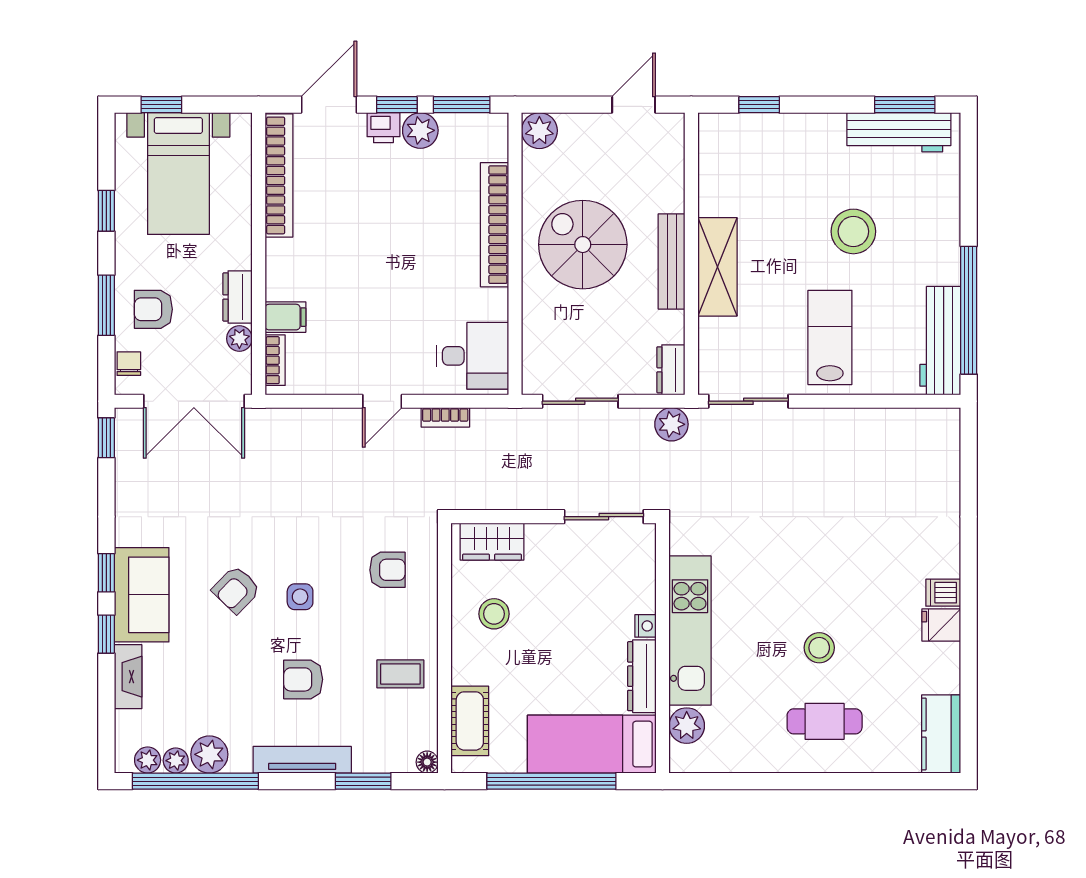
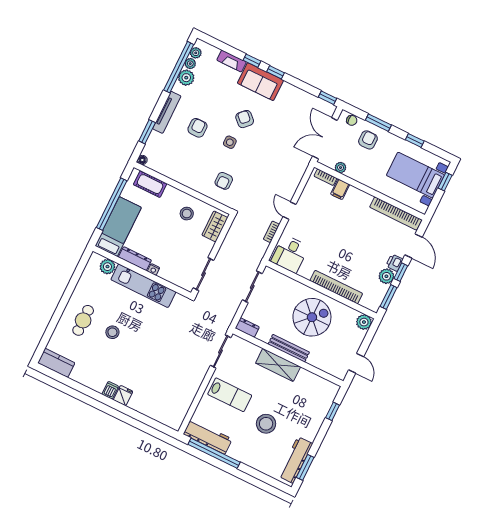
dresser: (237, 297) -> (357, 175), removed
plant: (671, 424) -> (226, 318), removed
fridge: (941, 625) -> (123, 396), moved
coffee table: (400, 674) -> (181, 166), removed

